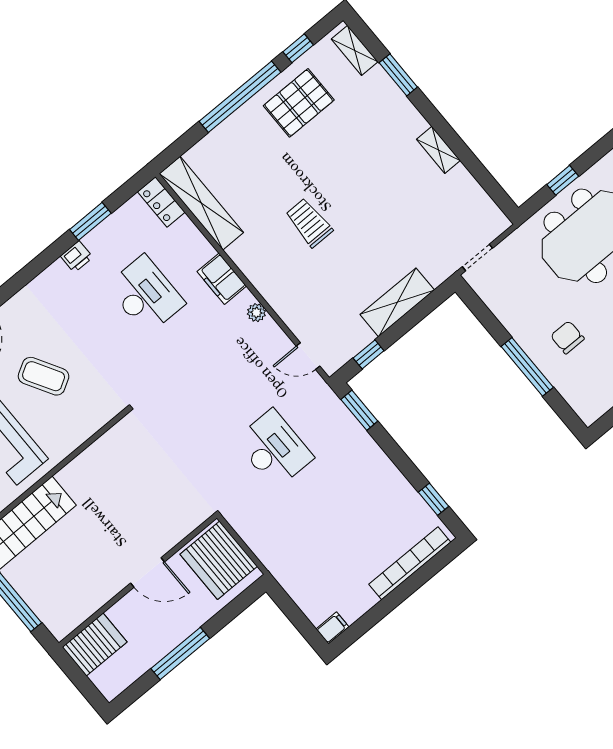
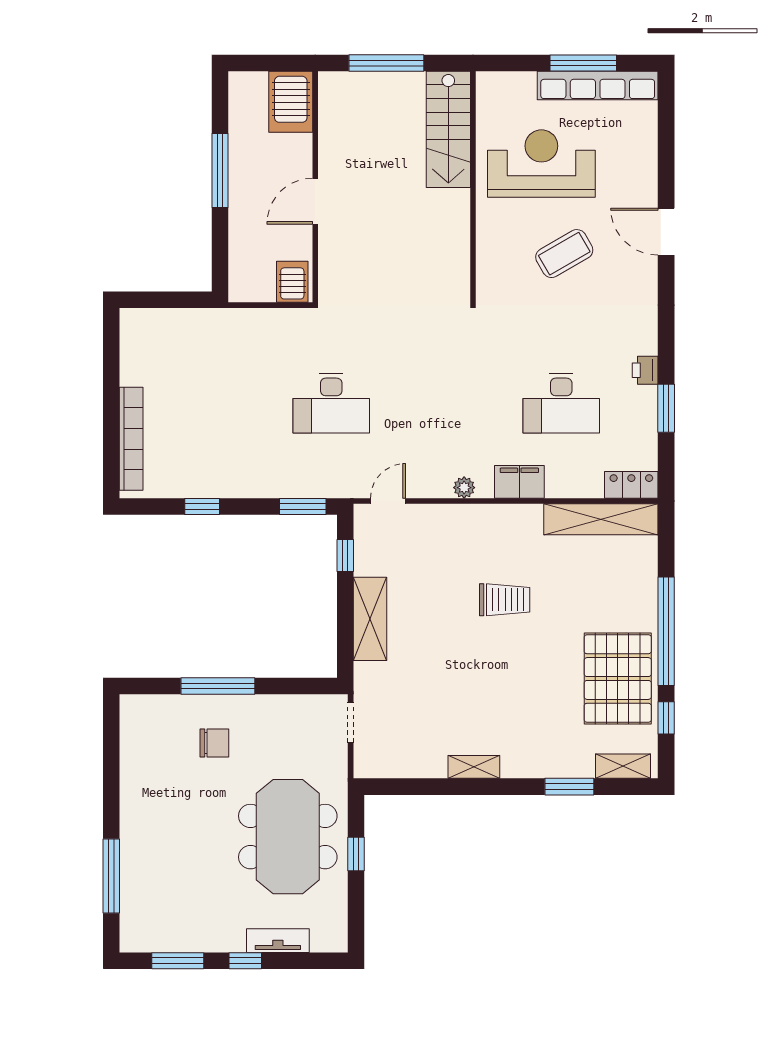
pallet: (299, 103) -> (618, 678), width x1.37, depth x1.41
window: (433, 499) -> (202, 506), moved
server rack: (219, 560) -> (292, 282), width x0.46, depth x0.70
filing cabinet: (332, 628) -> (131, 323), removed

